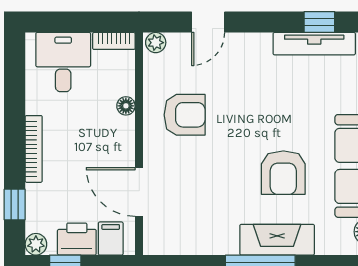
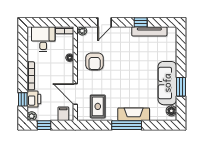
window: (319, 22) -> (141, 22), moved
armchair: (185, 115) -> (95, 61), turned 90
armchair: (283, 173) -> (136, 86), removed
rug: (192, 221) -> (98, 106), added
printer: (77, 239) -> (34, 99), moved, turned 90

